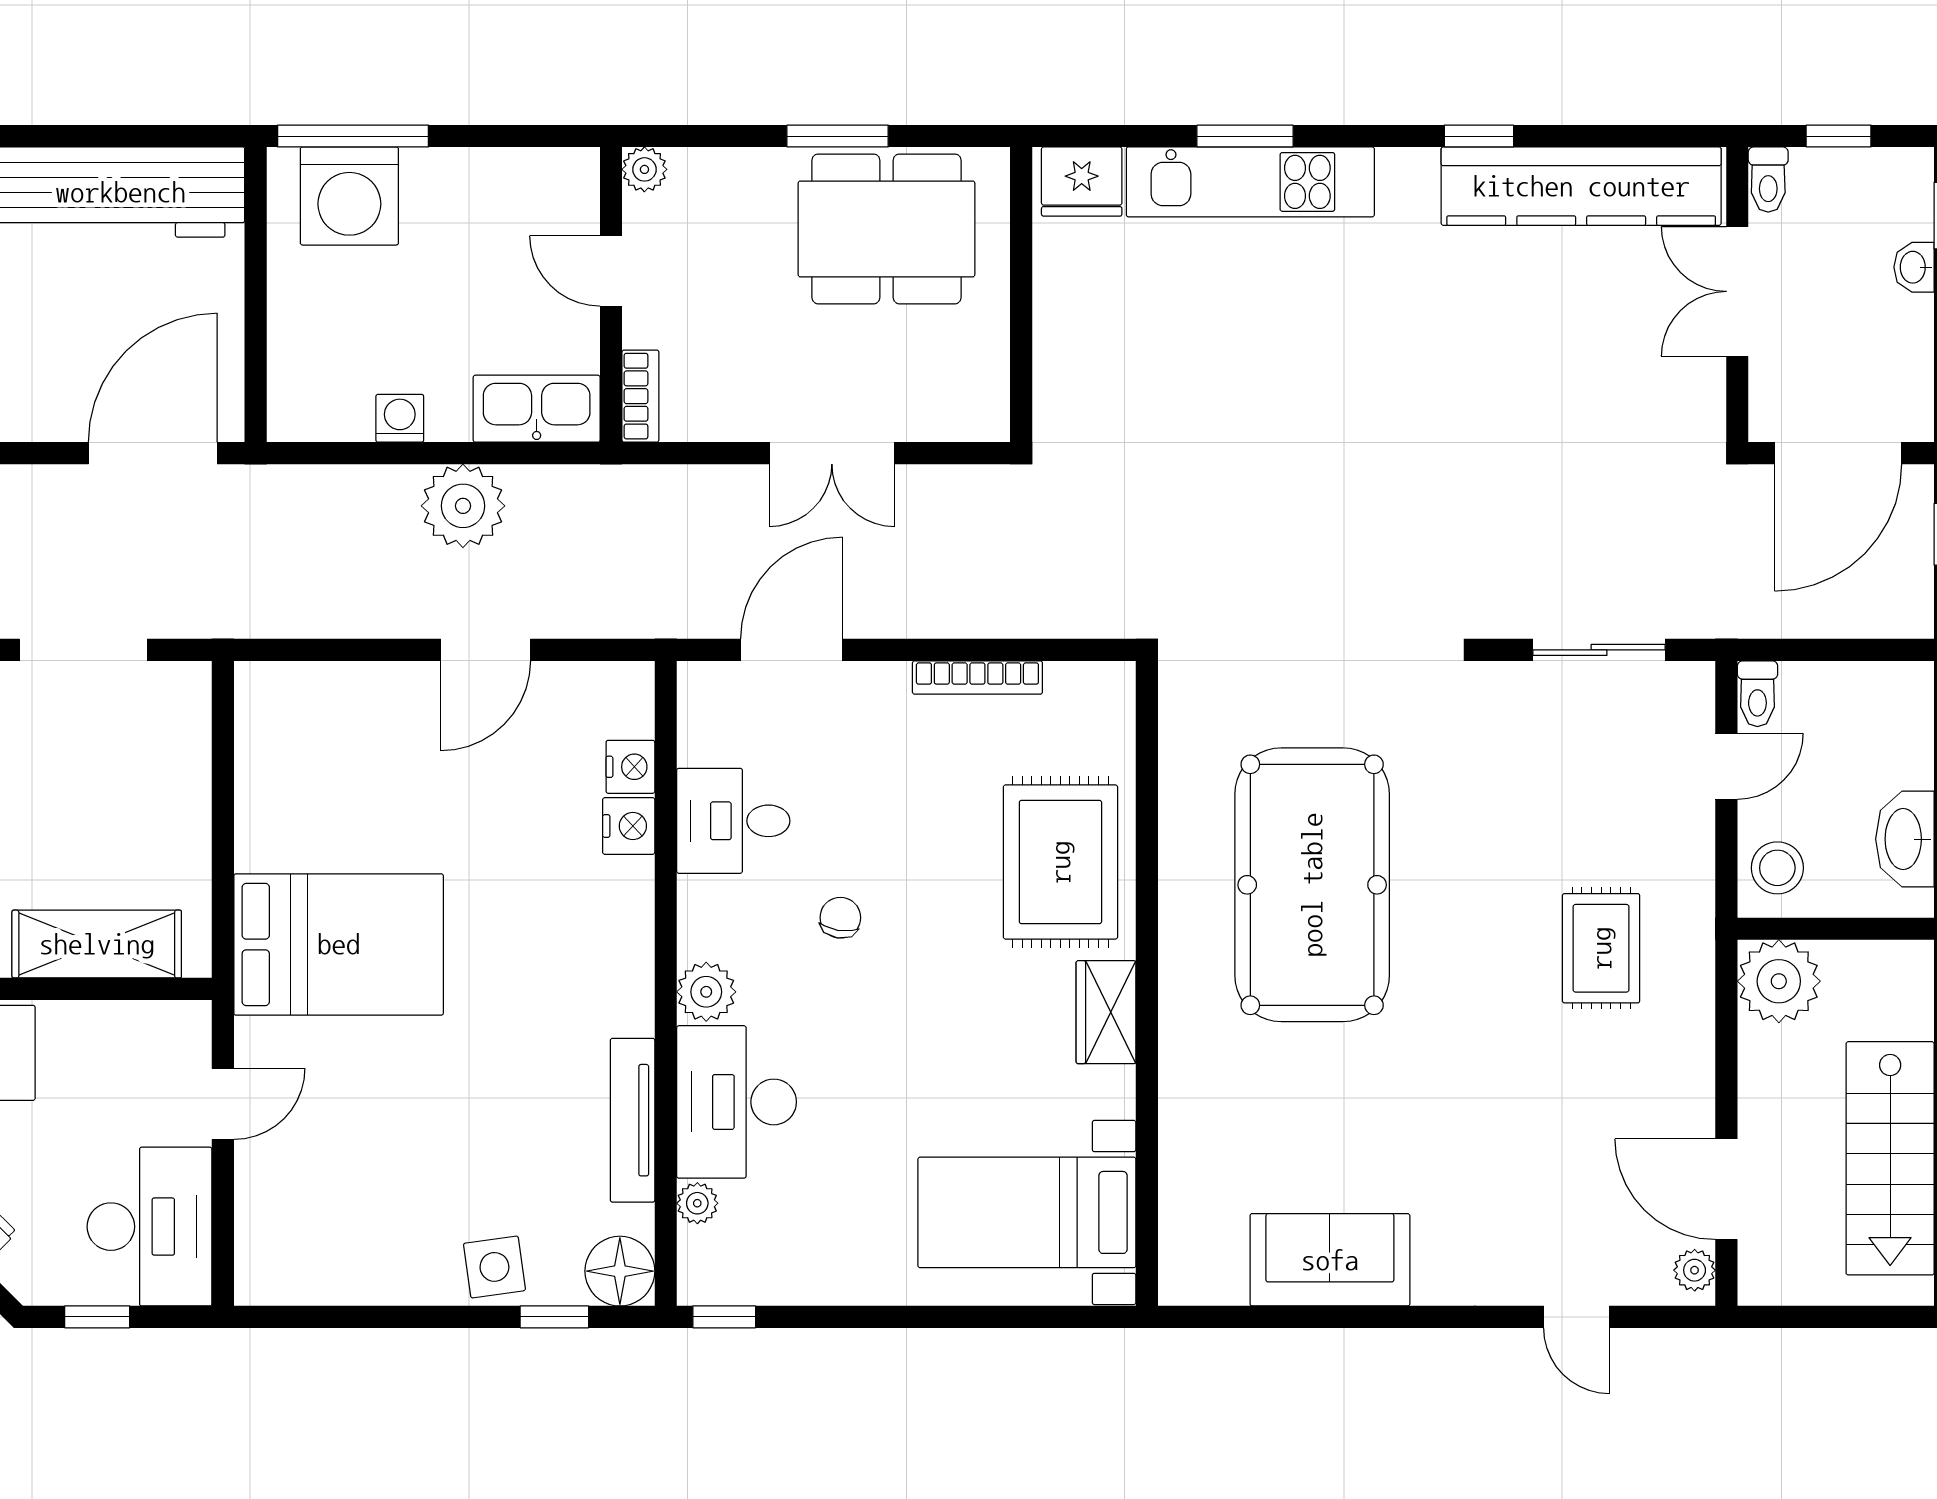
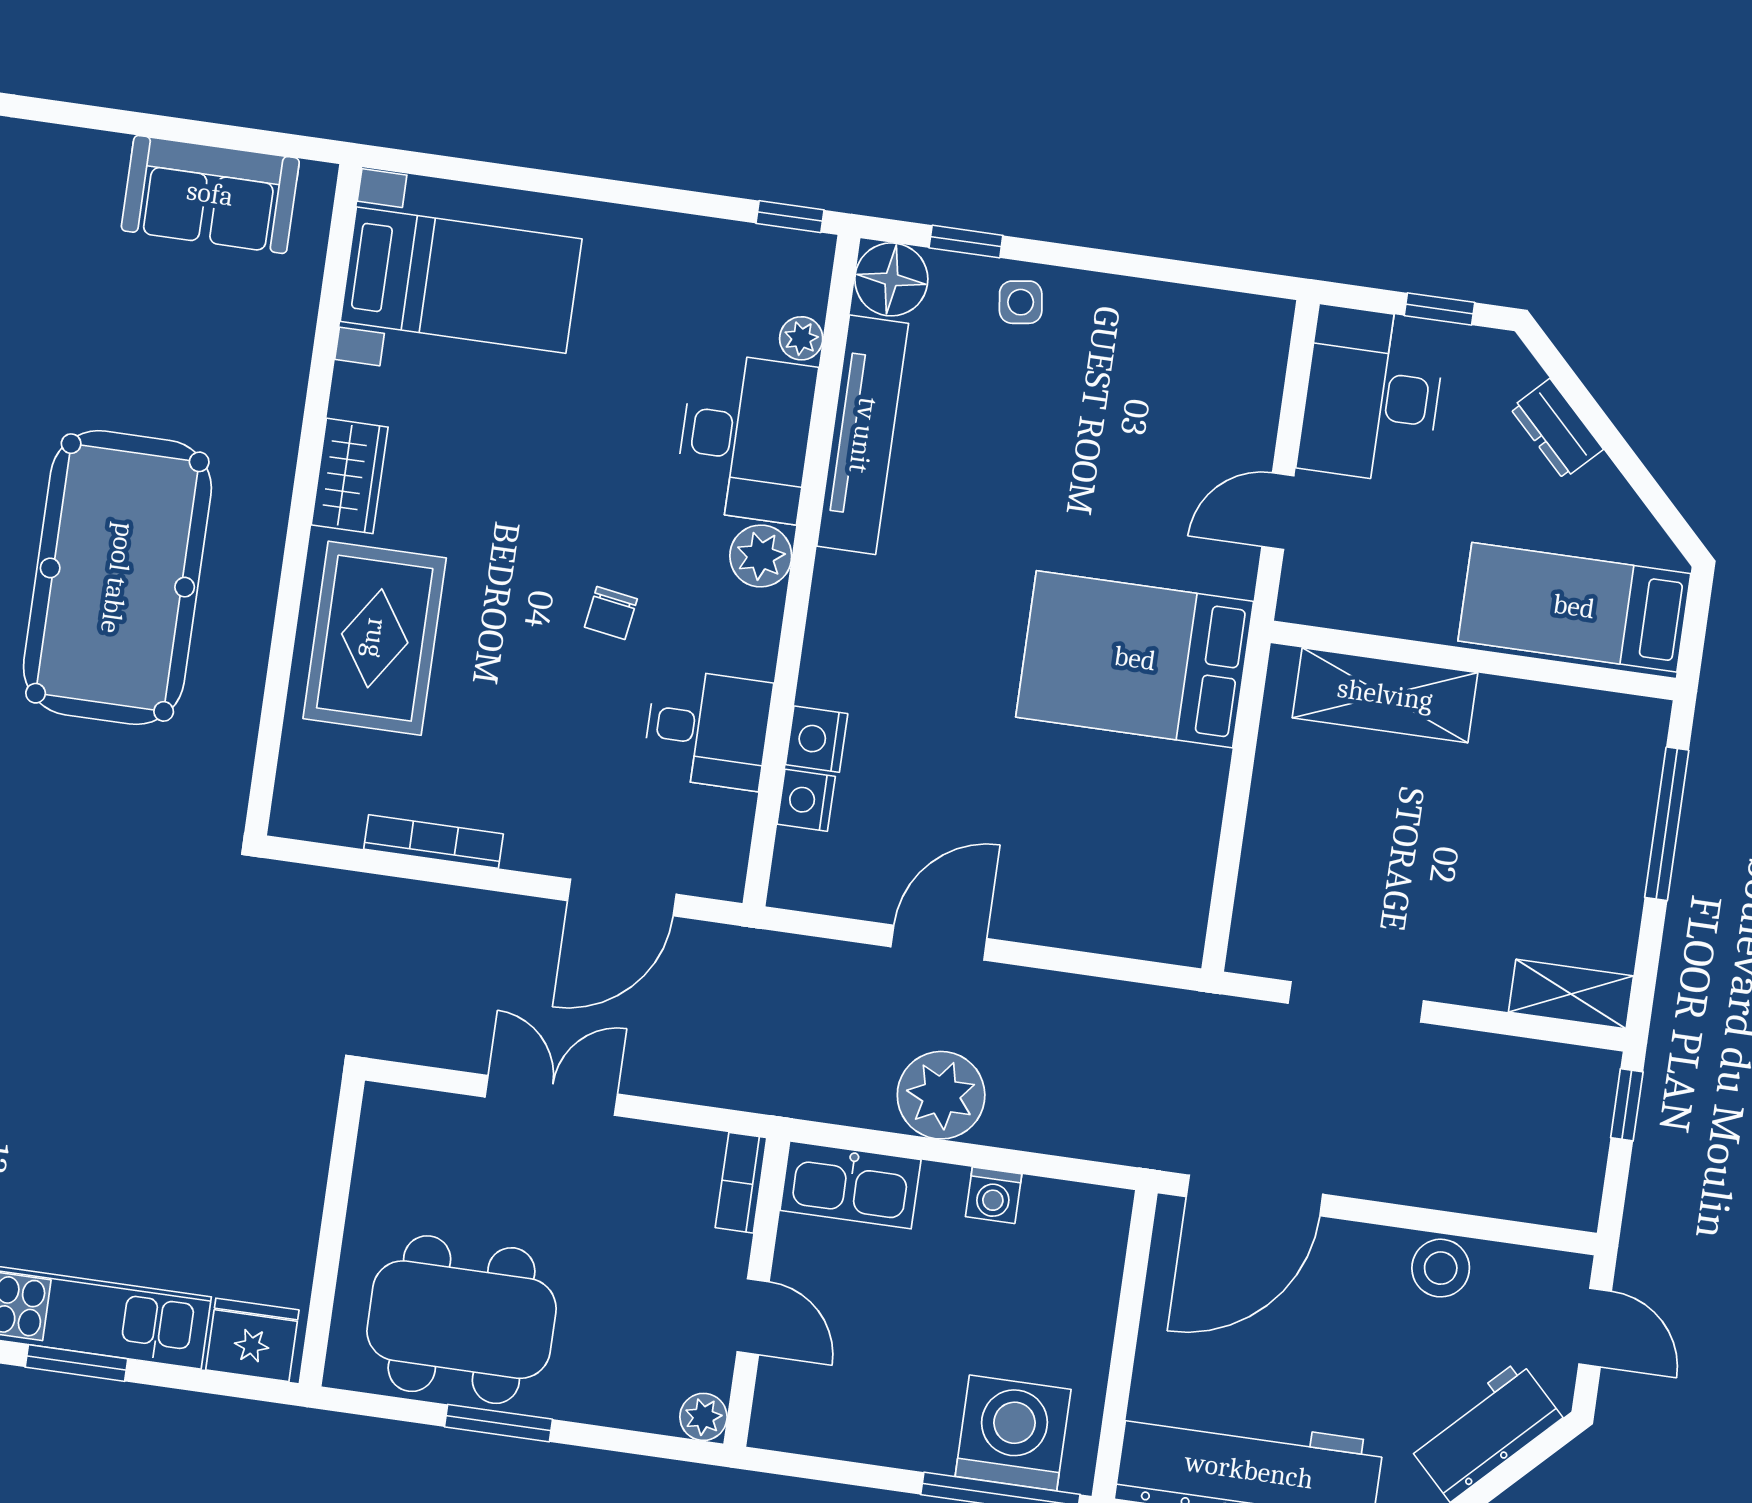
tv unit: (633, 1120) -> (863, 435), width x1.36, depth x1.29
sofa: (1330, 1260) -> (210, 194), moved
side table: (494, 1267) -> (1021, 302), width x0.73, depth x0.73

